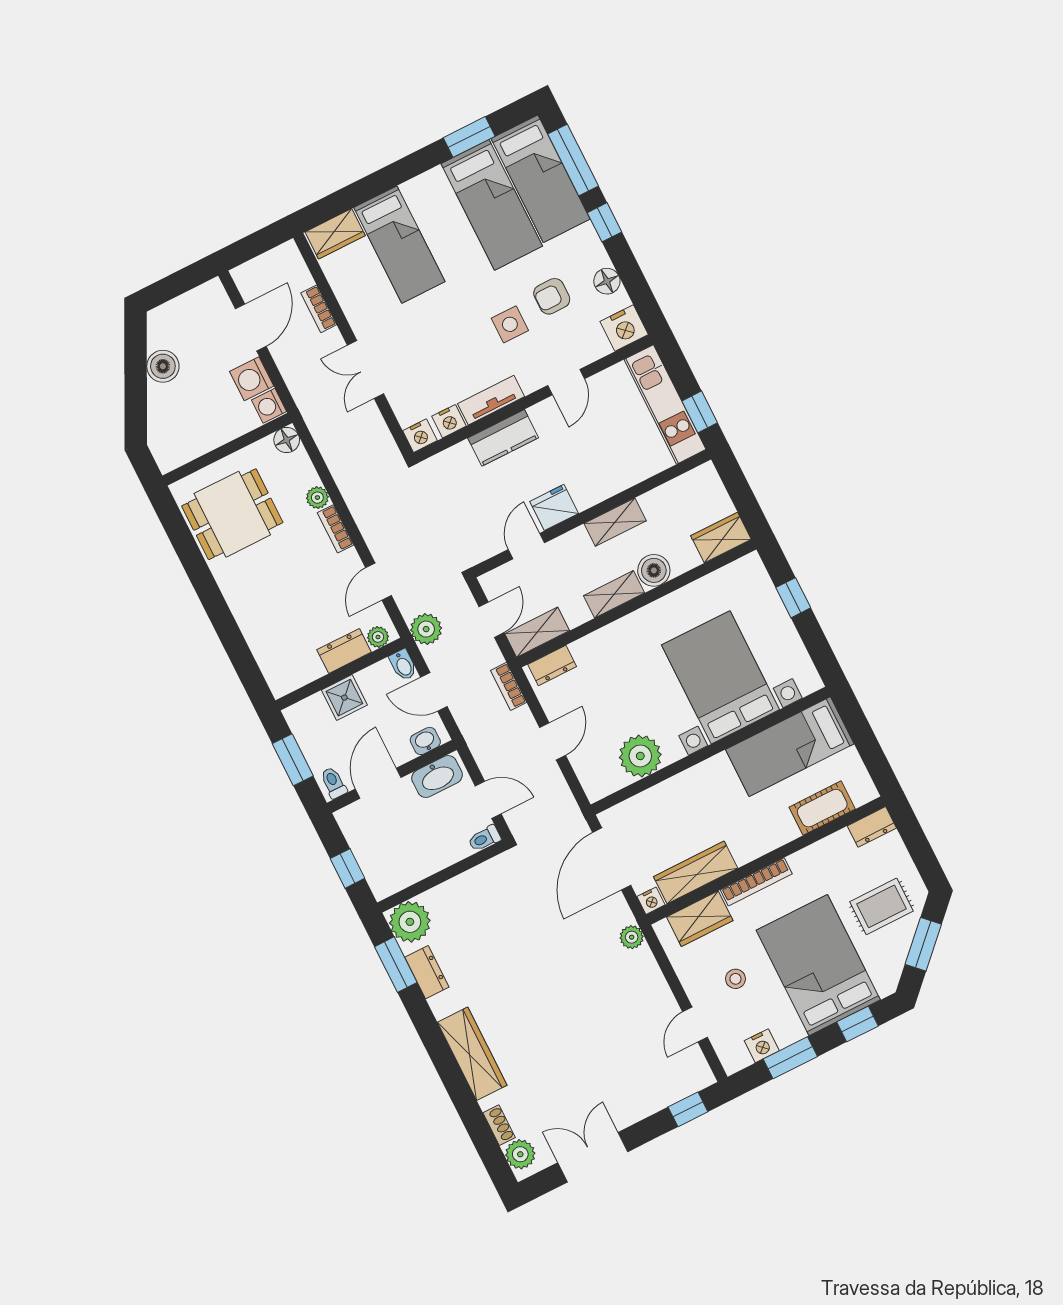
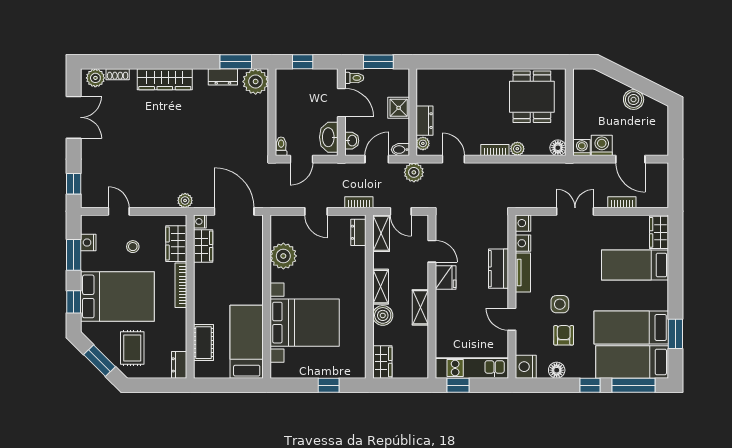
wardrobe: (696, 872) -> (203, 246), width x0.67

